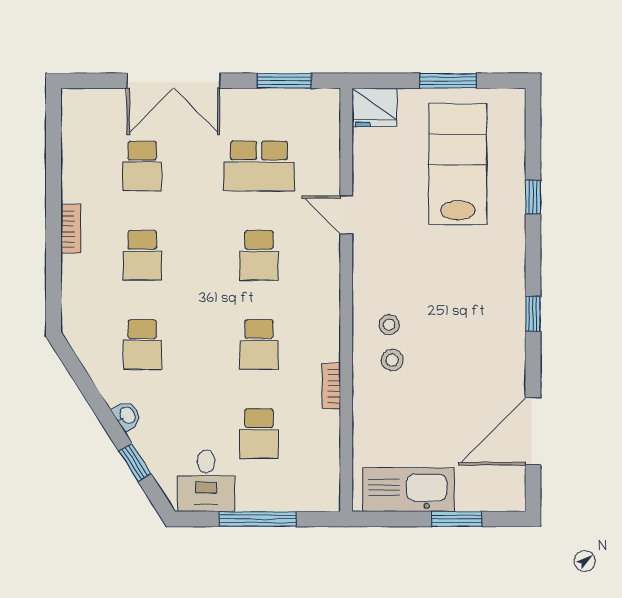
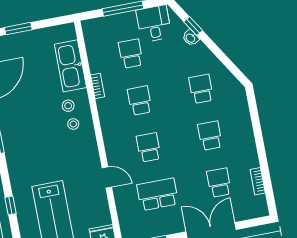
bookcase: (71, 229) -> (258, 181), moved
washbasin: (127, 415) -> (191, 38), moved
kitchen sink: (408, 490) -> (70, 66), moved, turned 90

